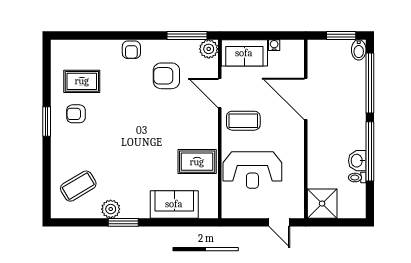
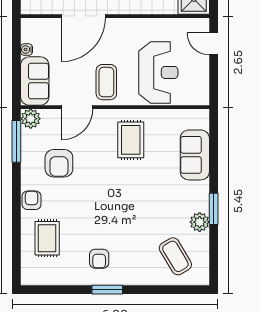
armchair: (131, 50) -> (32, 200), turned -90
rug: (82, 81) -> (47, 238), moved
rug: (197, 162) -> (131, 140), moved
door: (279, 222) -> (214, 44), swing flipped

